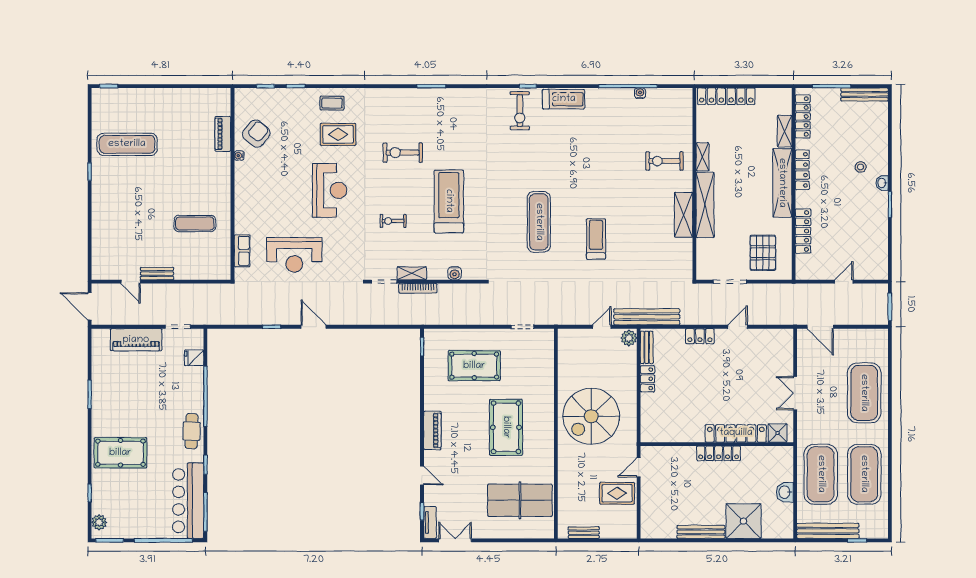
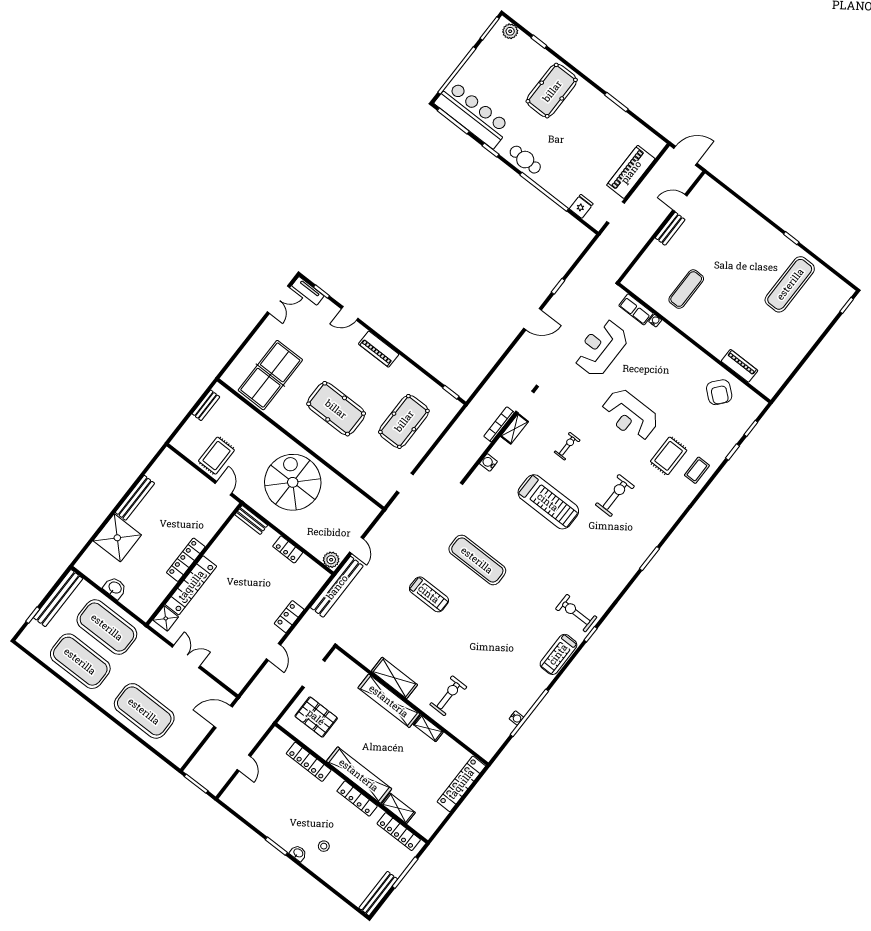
water cooler: (239, 156) -> (655, 321), moved
bench: (647, 347) -> (251, 520), moved

